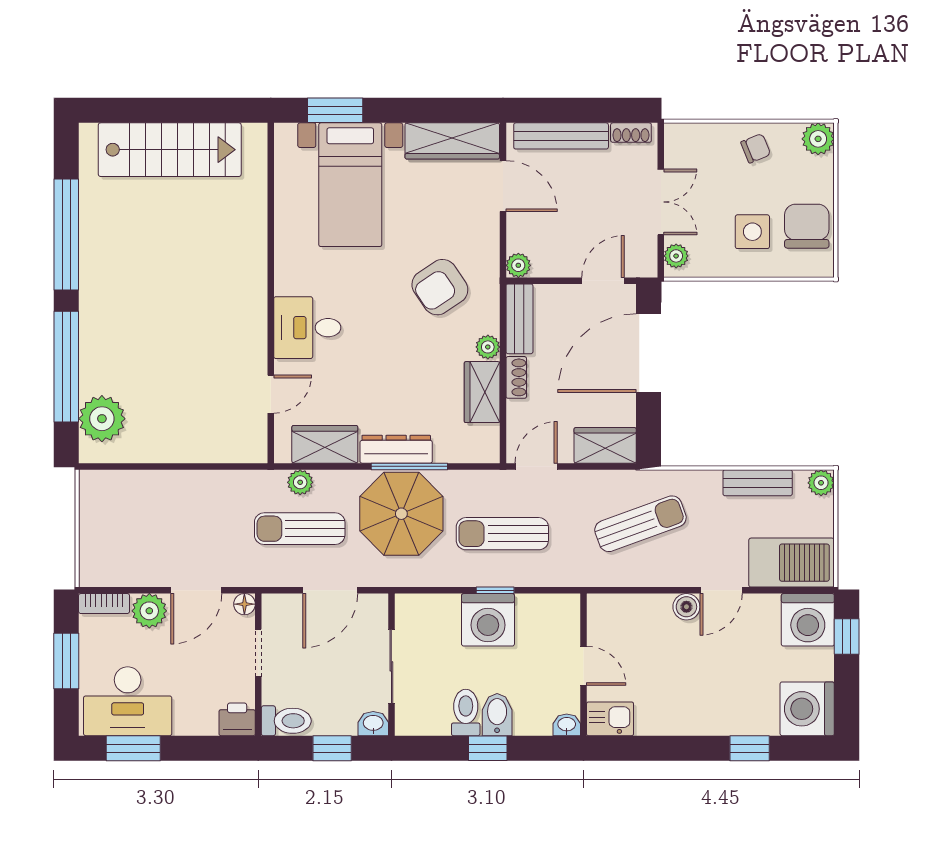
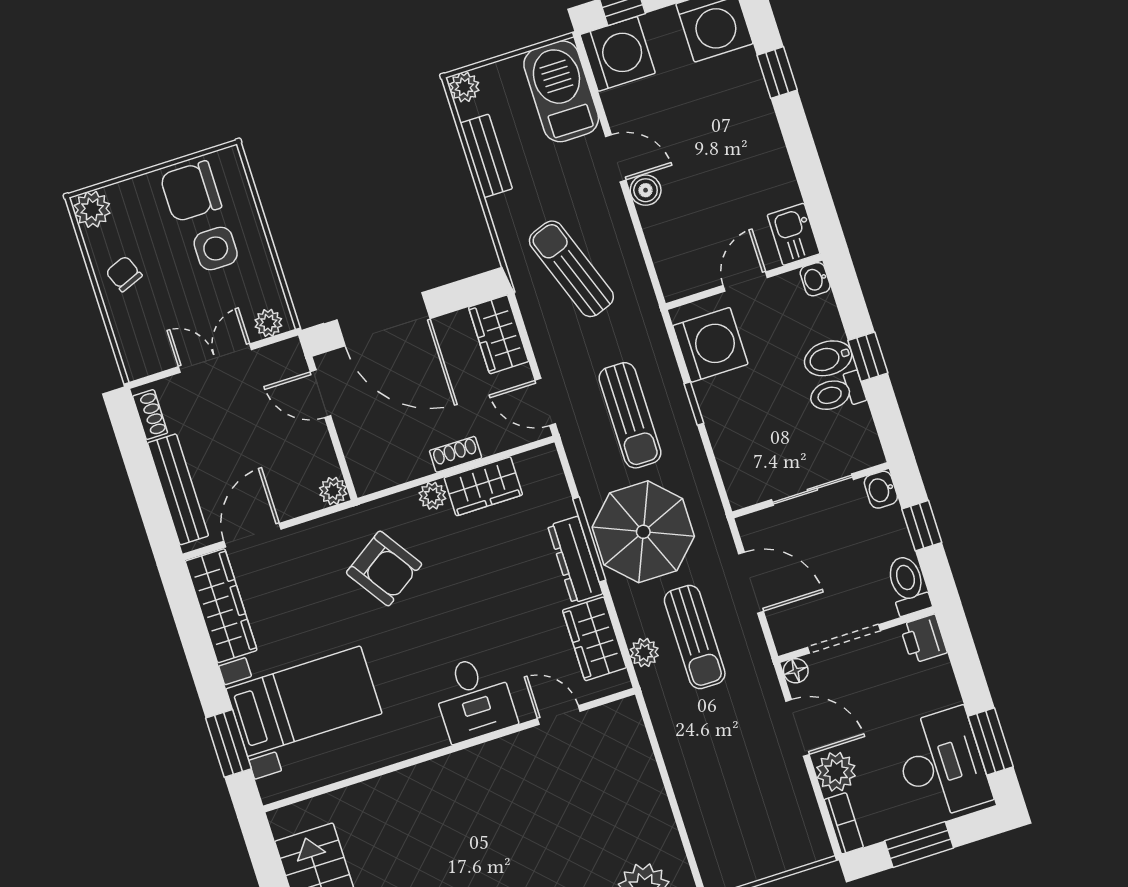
bench: (519, 319) -> (391, 471), removed
washing machine: (488, 620) -> (710, 345), moved
doorway: (258, 653) -> (844, 639), width x1.38

